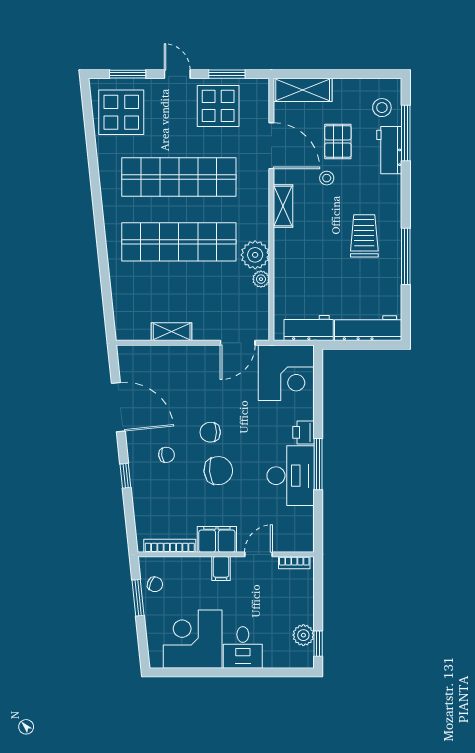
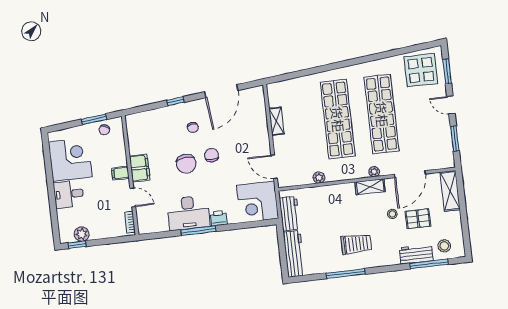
door: (177, 74) -> (451, 105), swing flipped
display table: (218, 106) -> (433, 135), removed
plant: (255, 255) -> (374, 172), moved, width x0.53, depth x0.53
bookcase: (170, 546) -> (132, 137), removed

